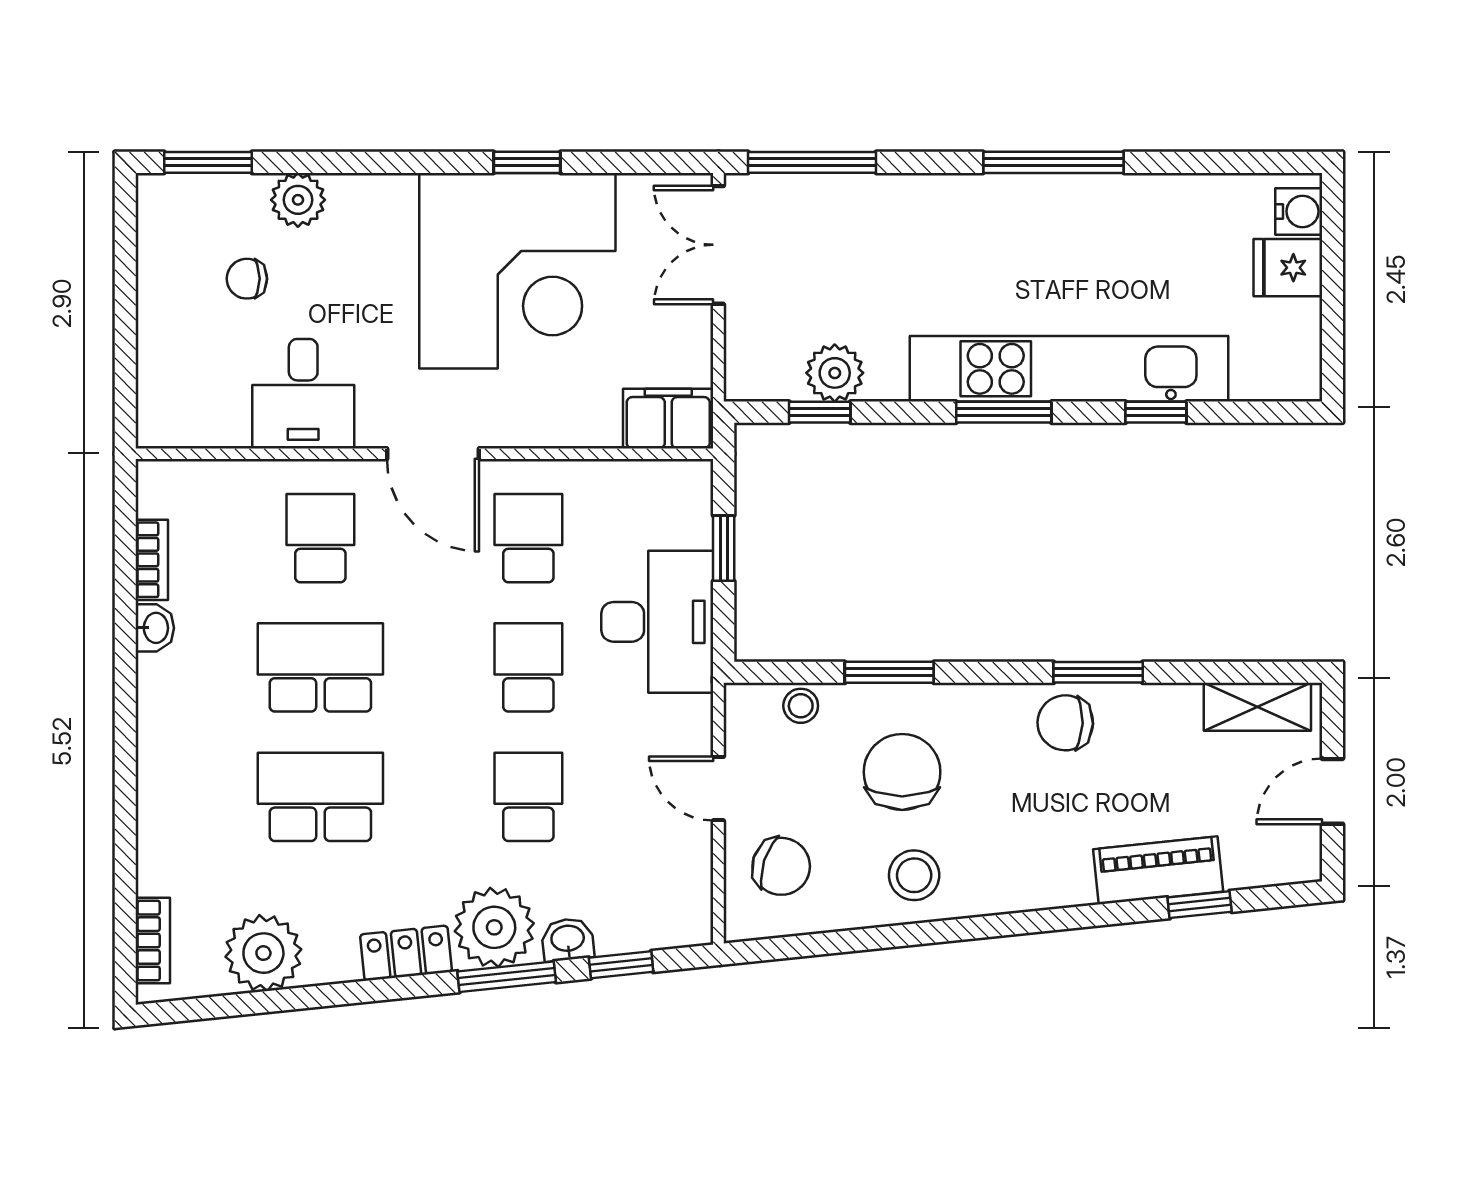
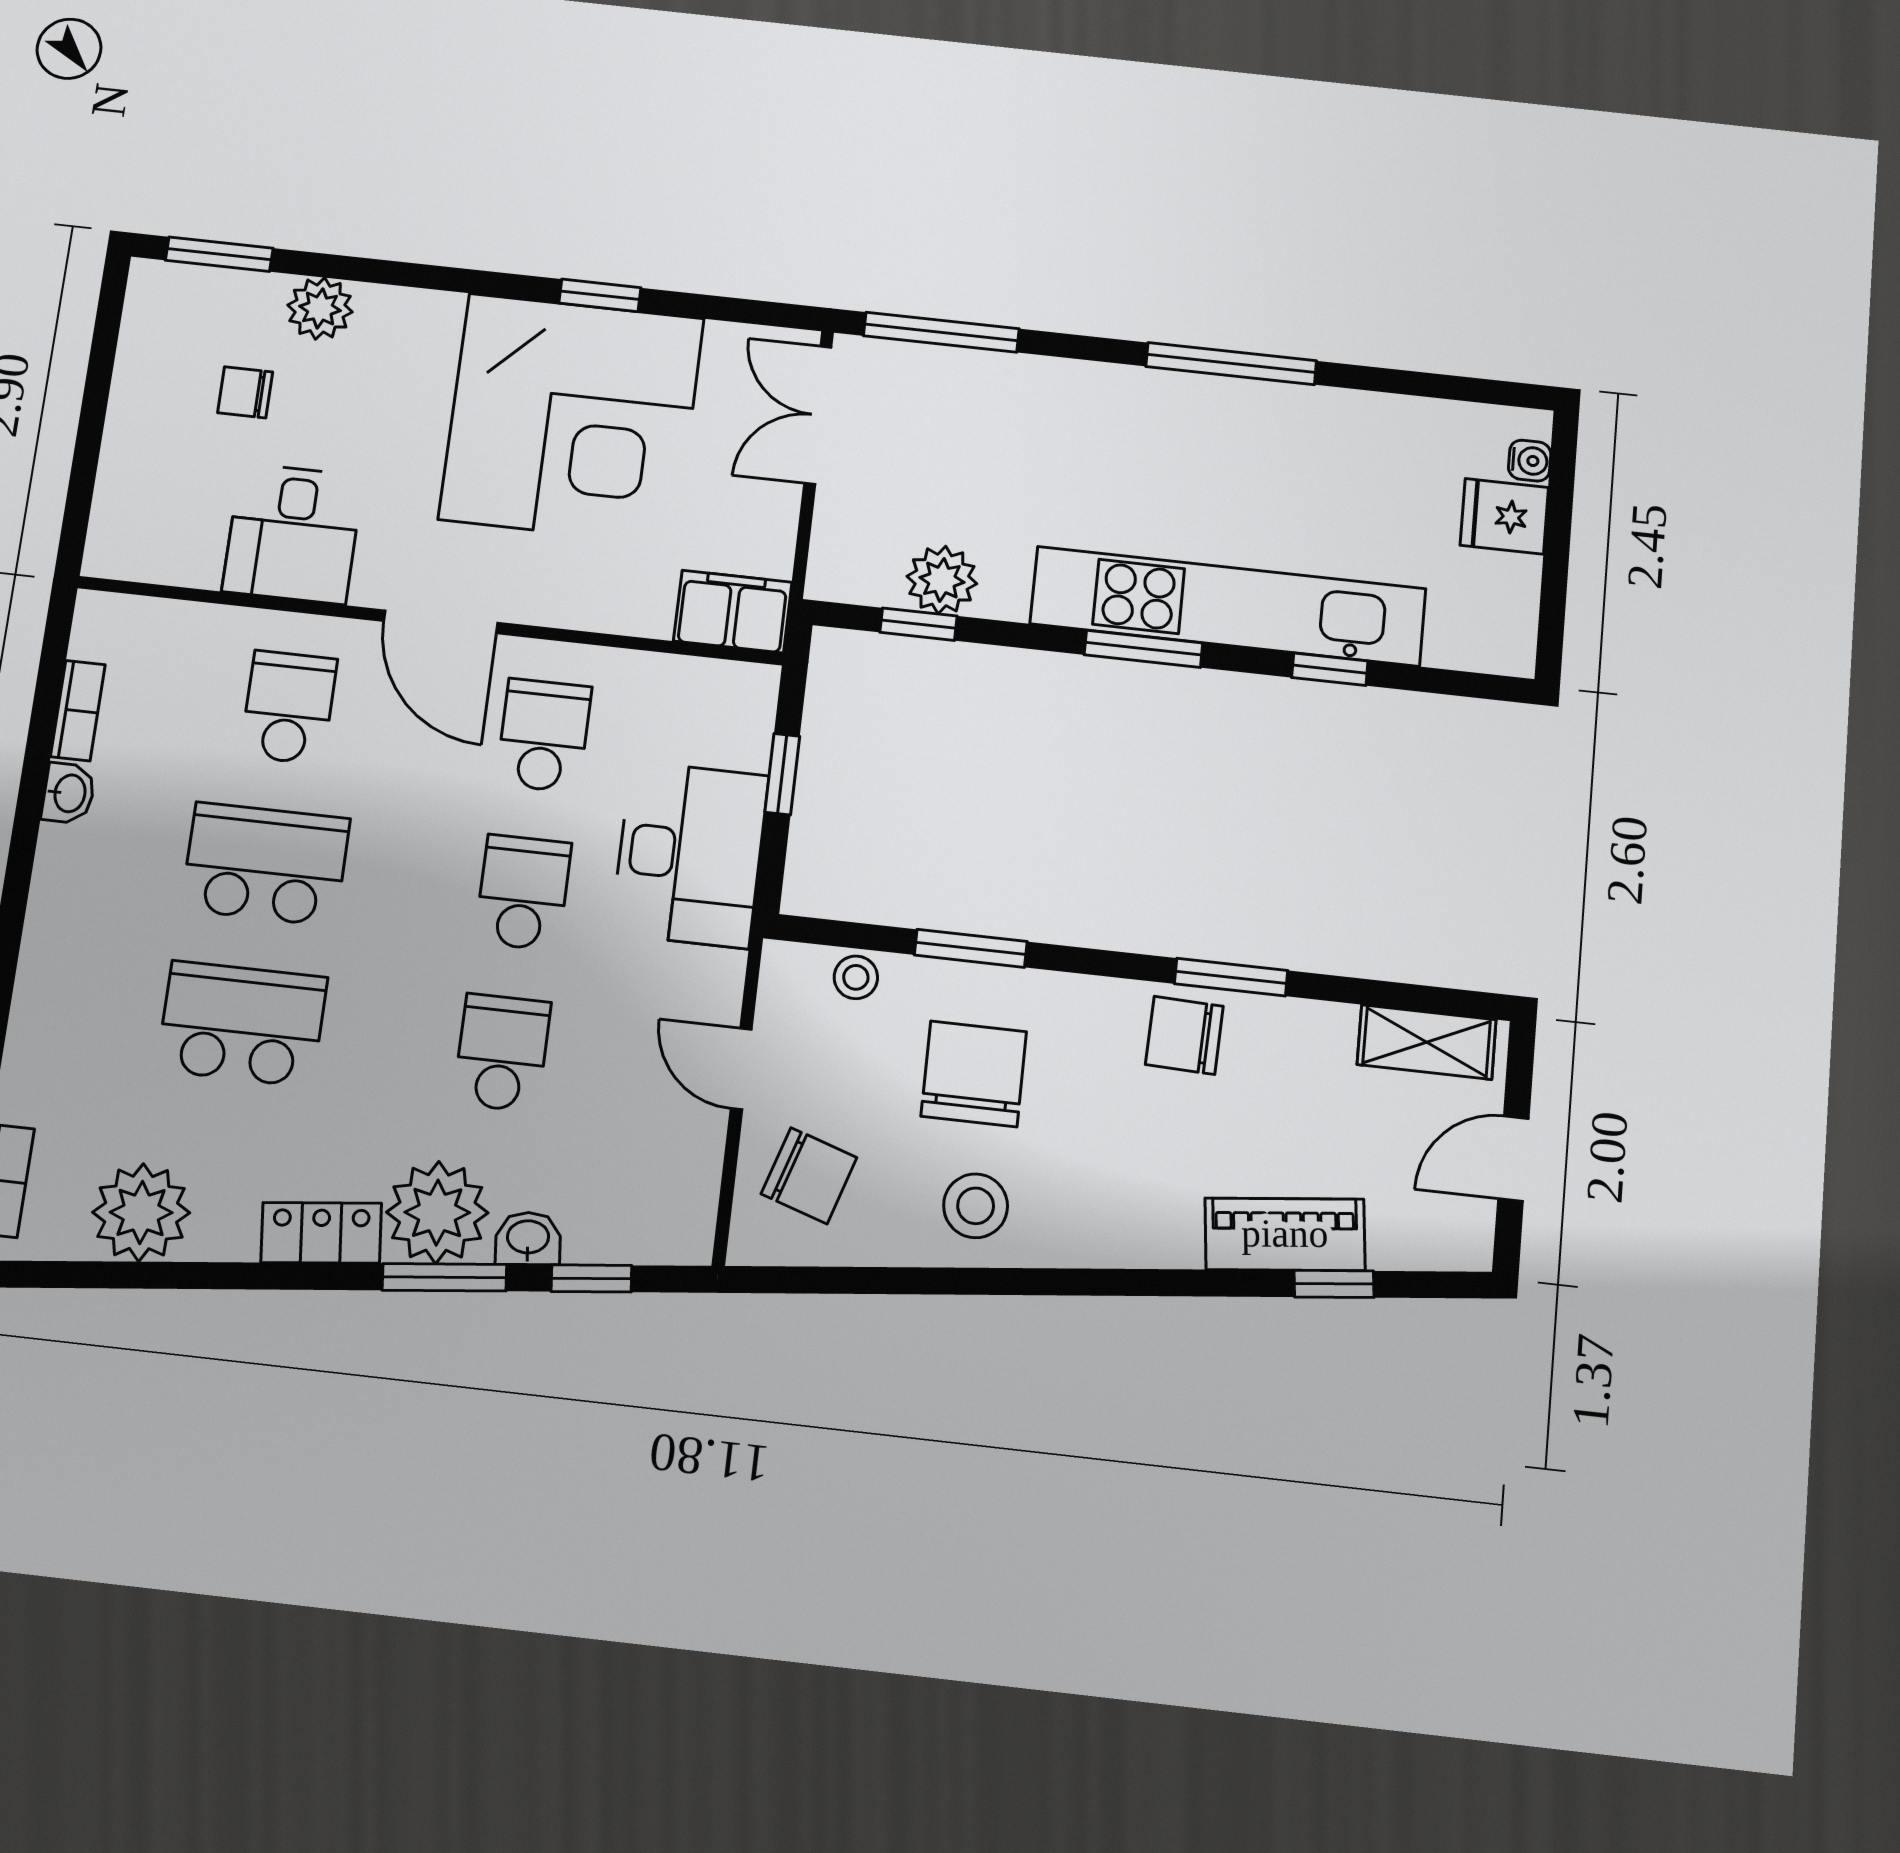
water cooler: (1299, 211) -> (1530, 461), width x0.72, depth x0.72

